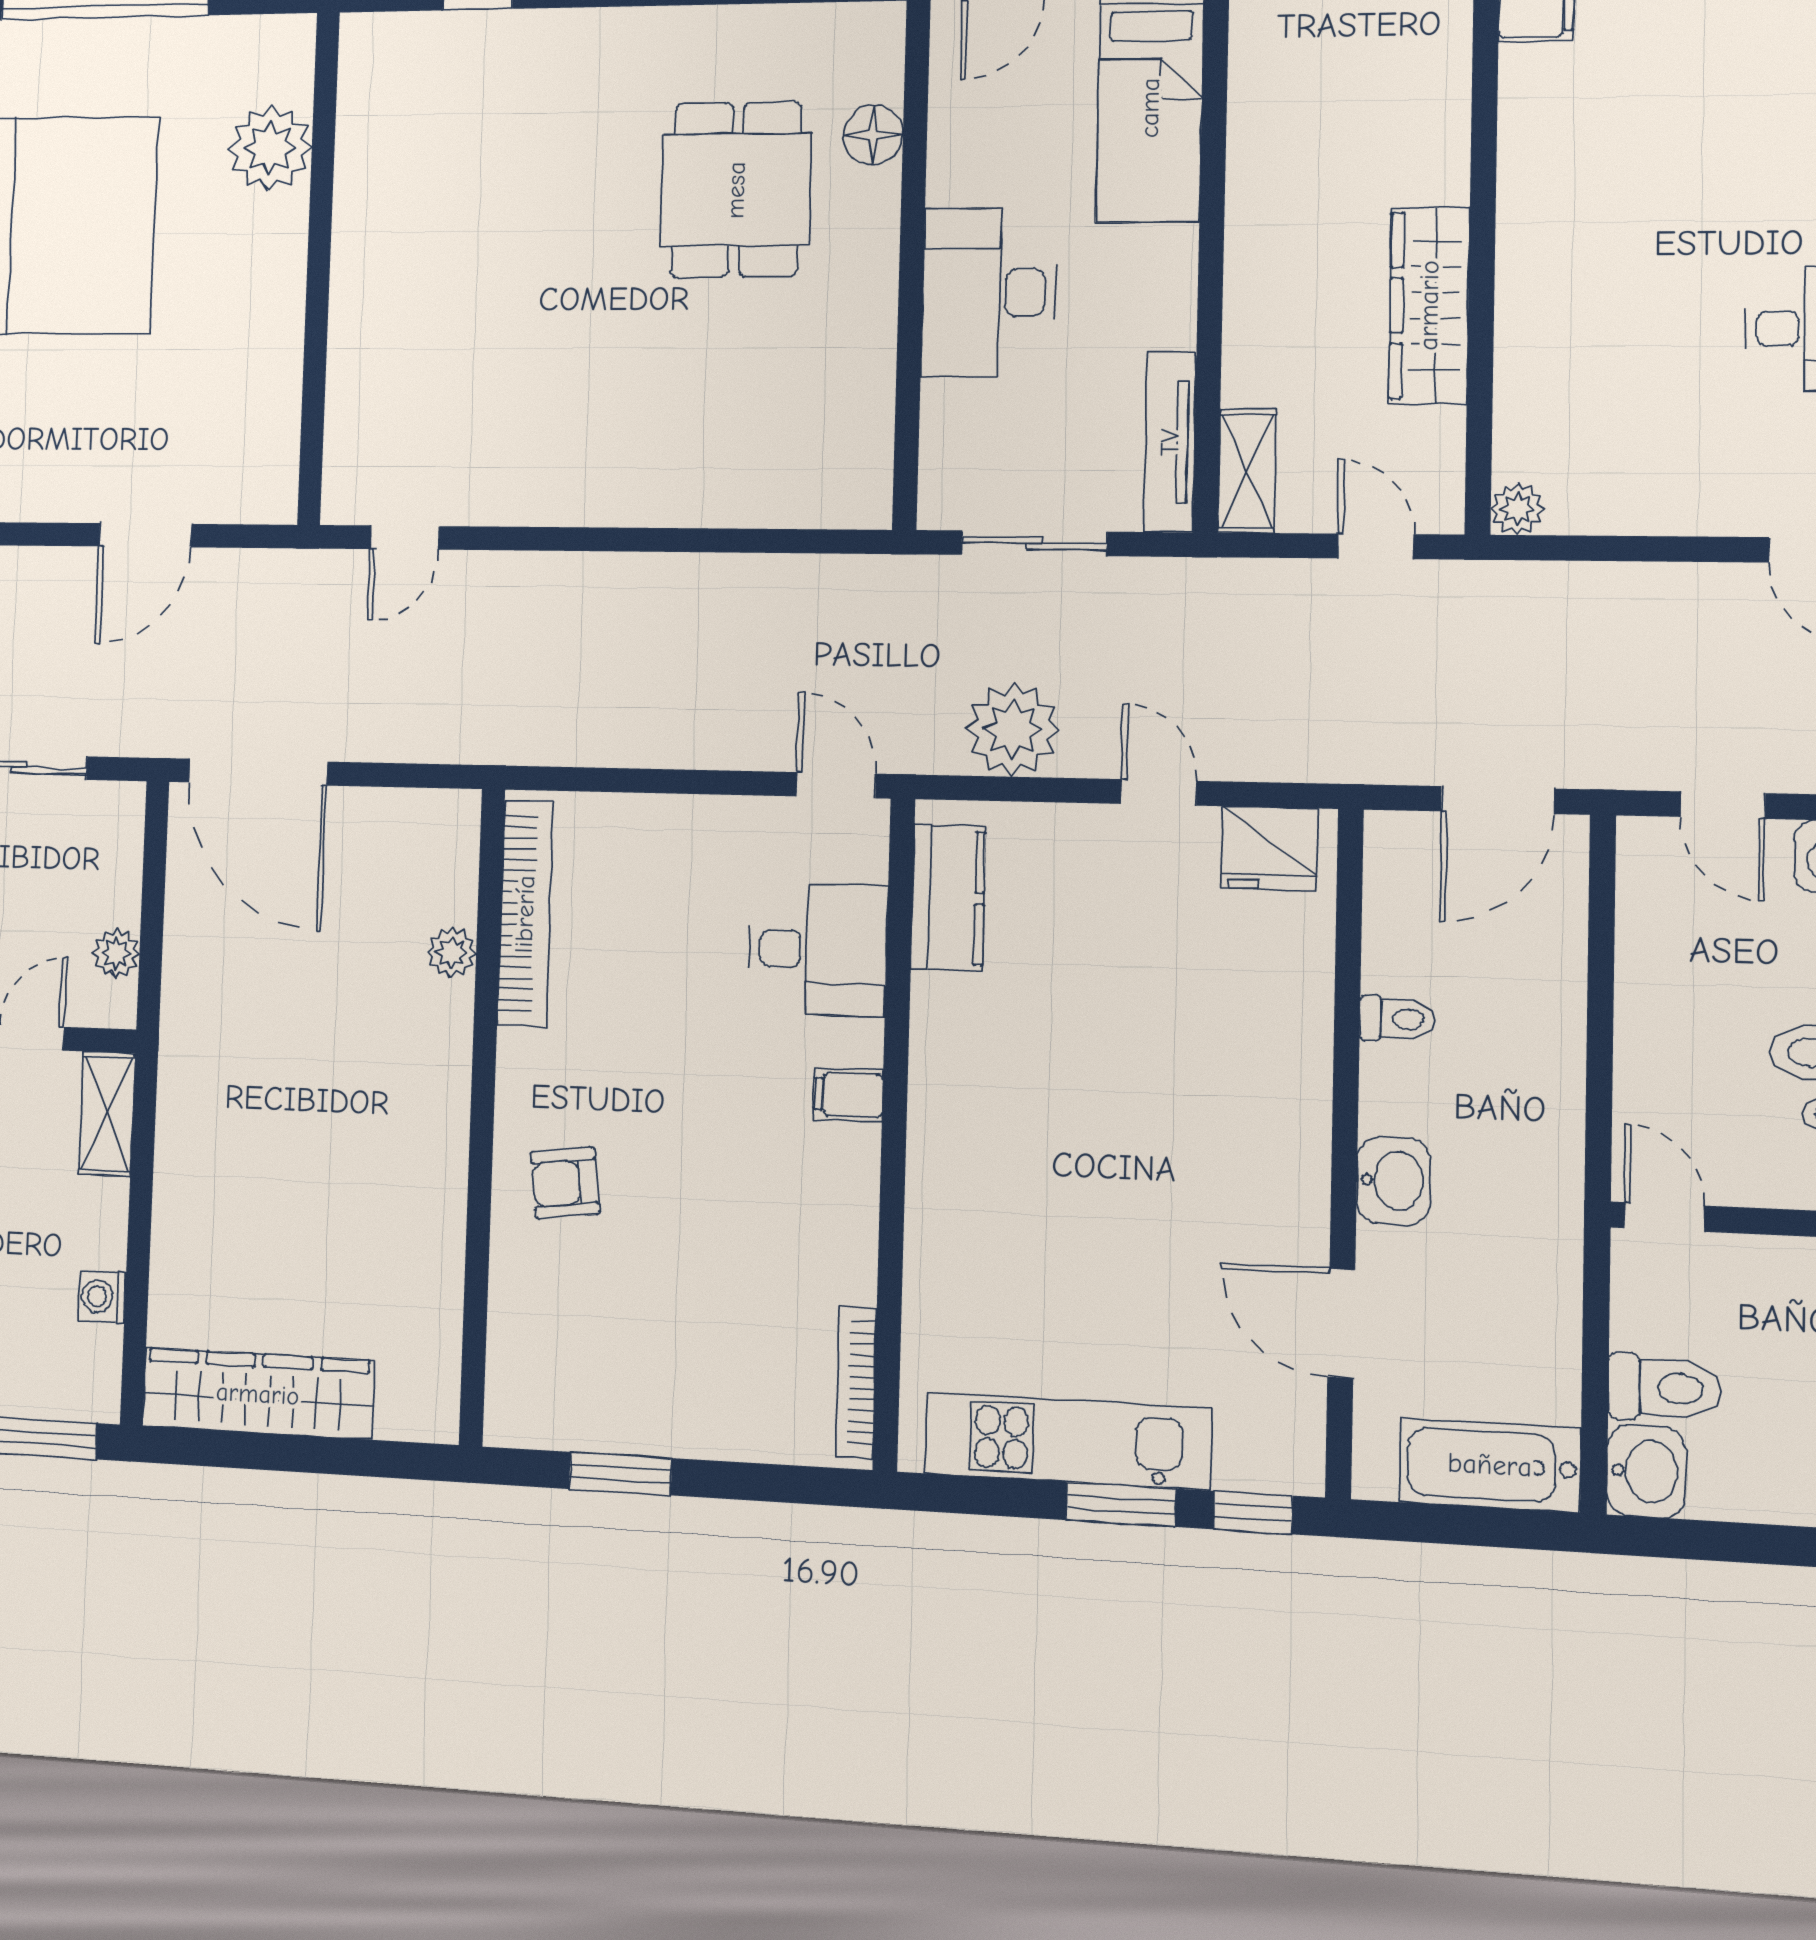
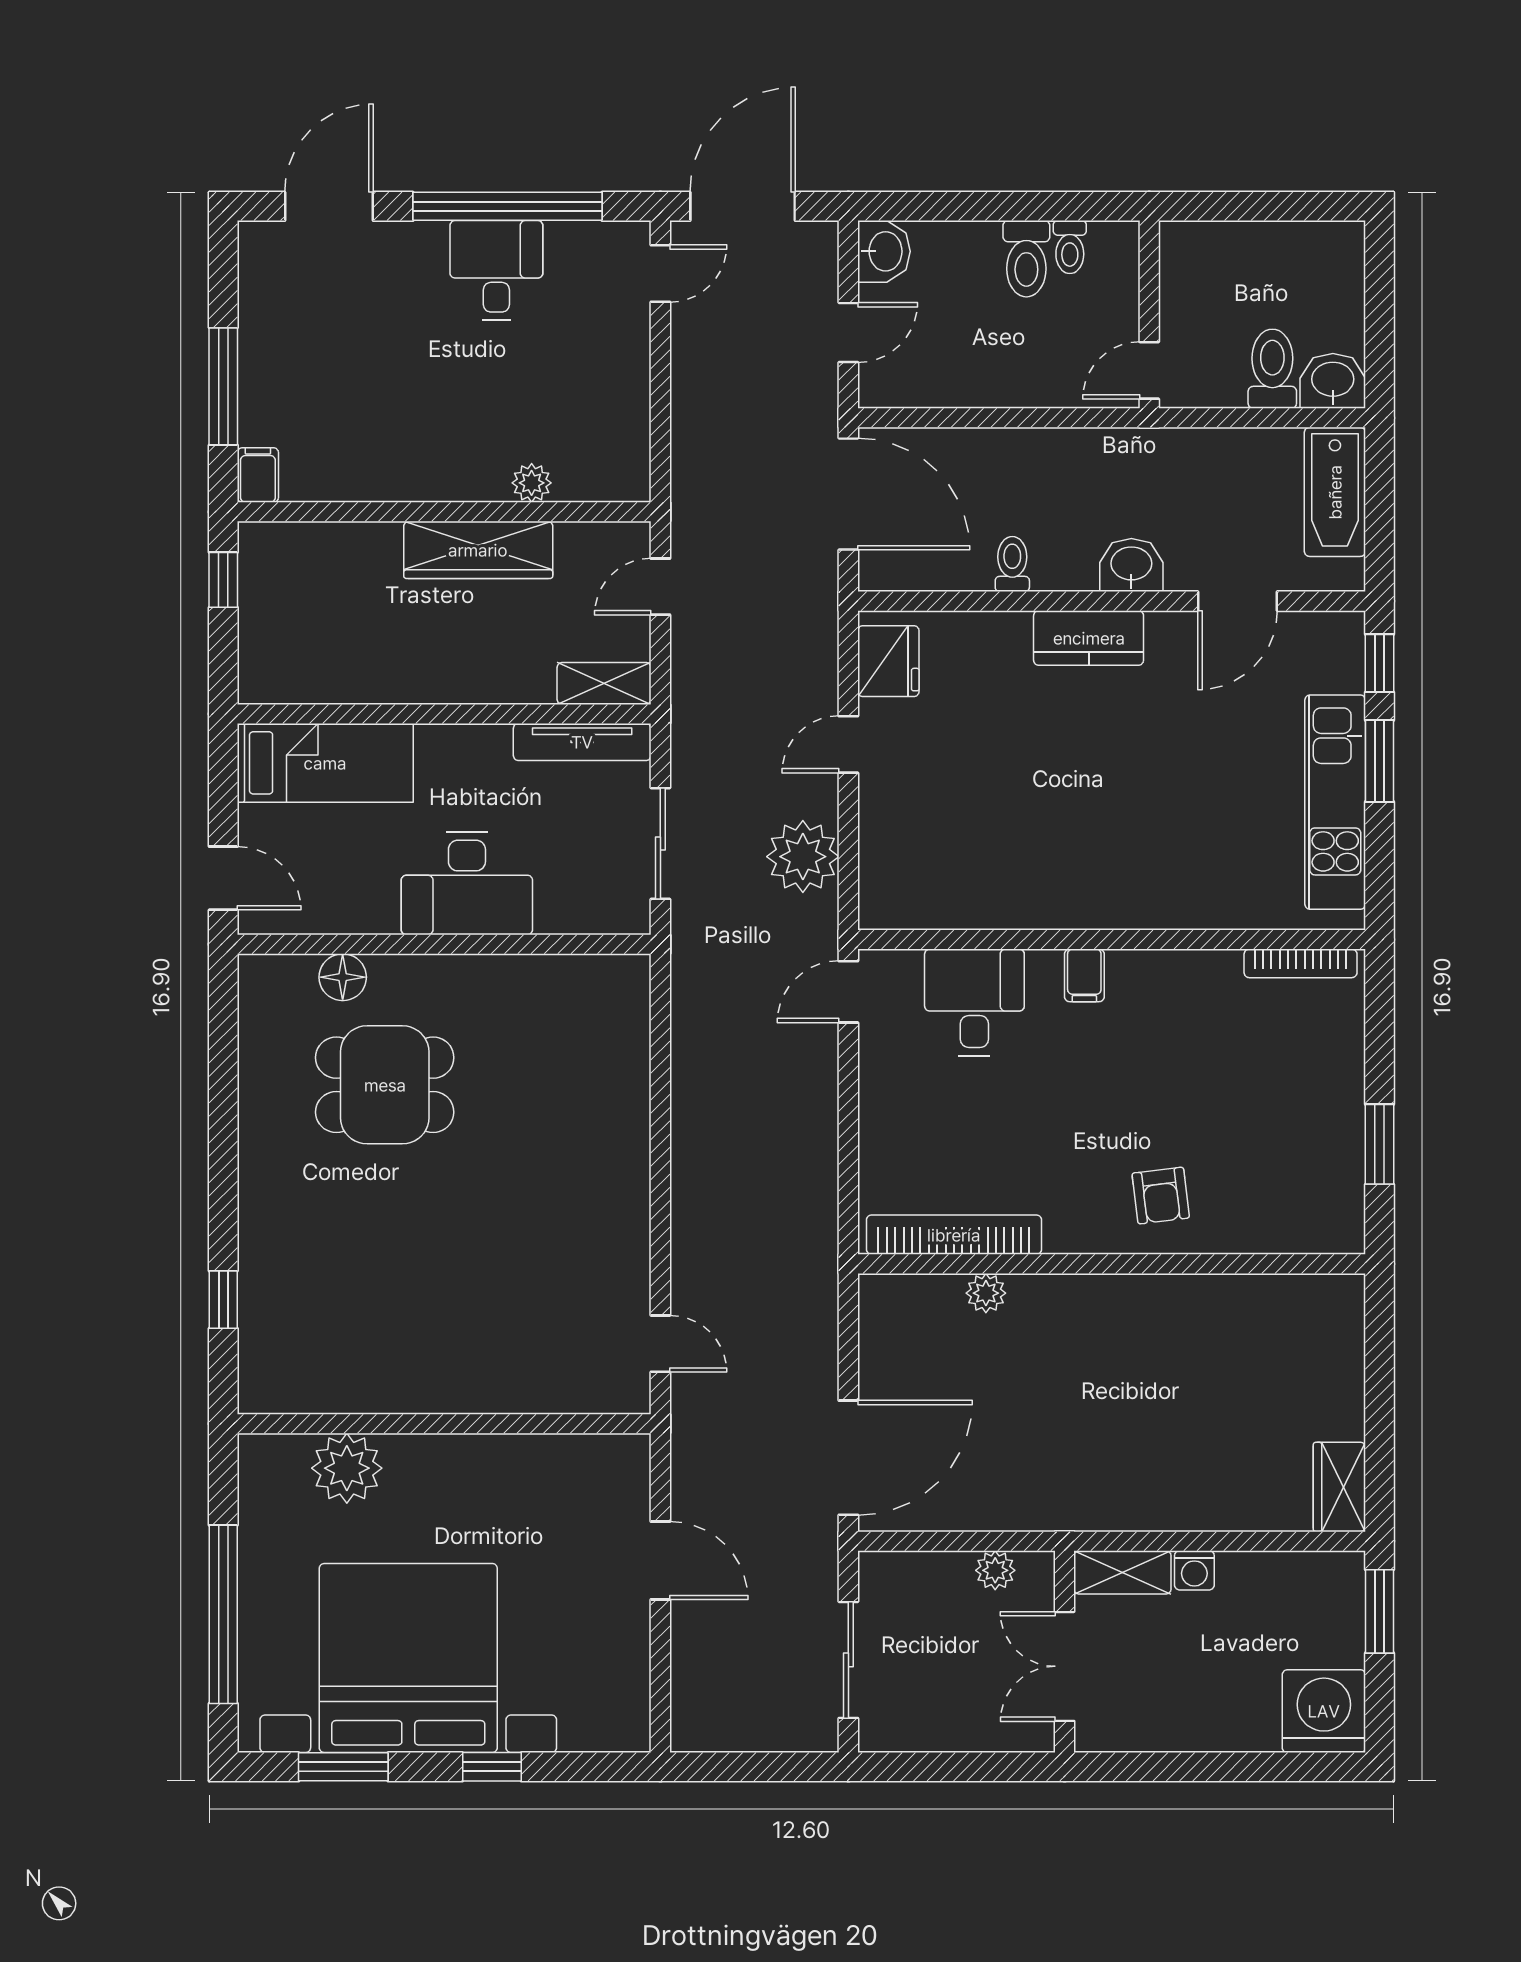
plant: (1517, 509) -> (532, 483), moved
door: (1498, 800) -> (848, 494), width x1.36
kitchen counter: (948, 898) -> (1089, 638), moved, turned 180
washing machine: (102, 1296) -> (1194, 1570), moved
wardrobe: (258, 1394) -> (1339, 1487), width x0.48, depth x0.85

